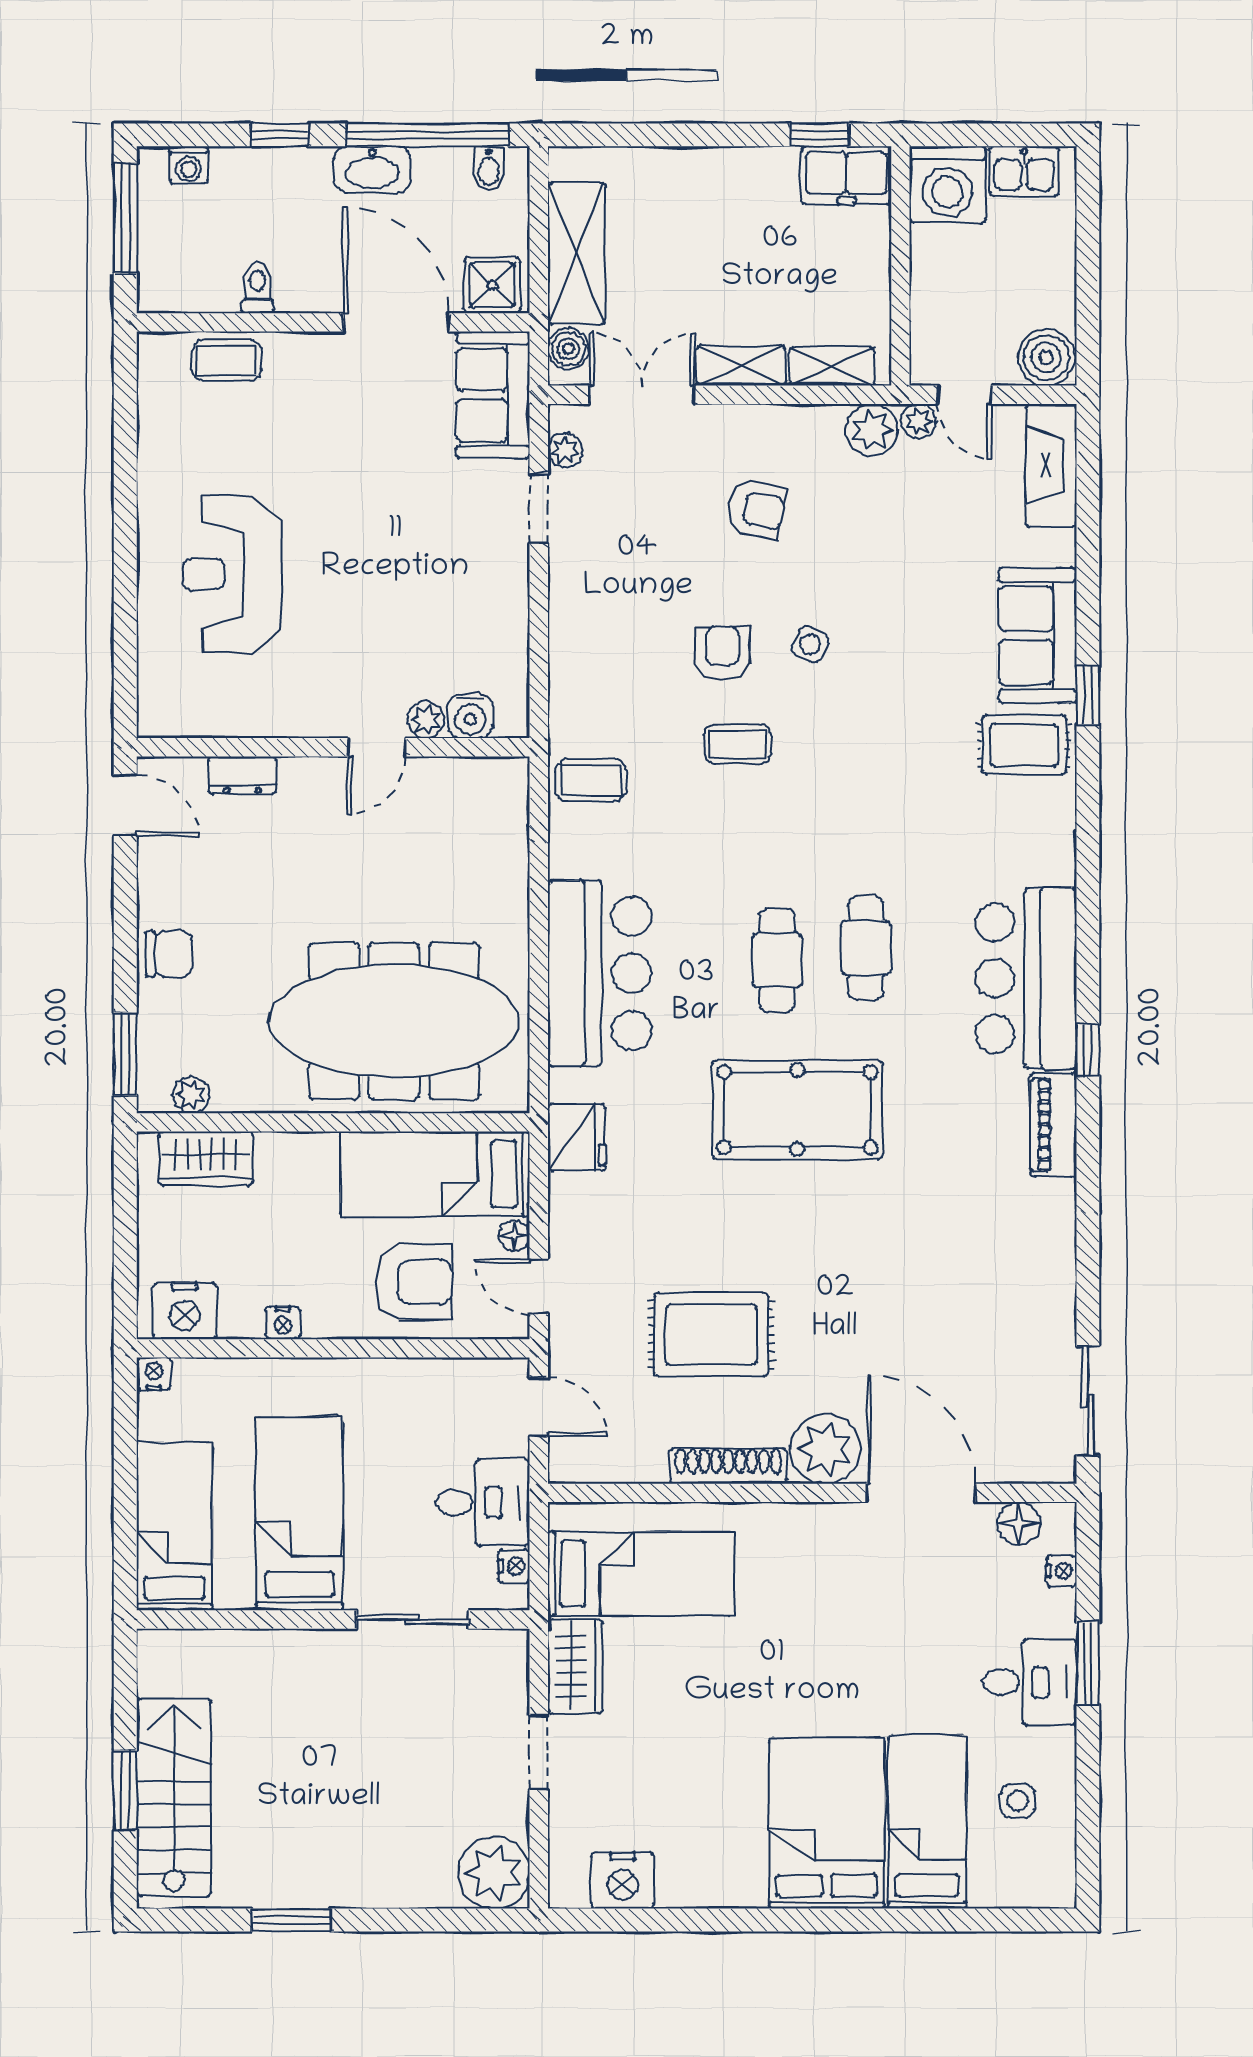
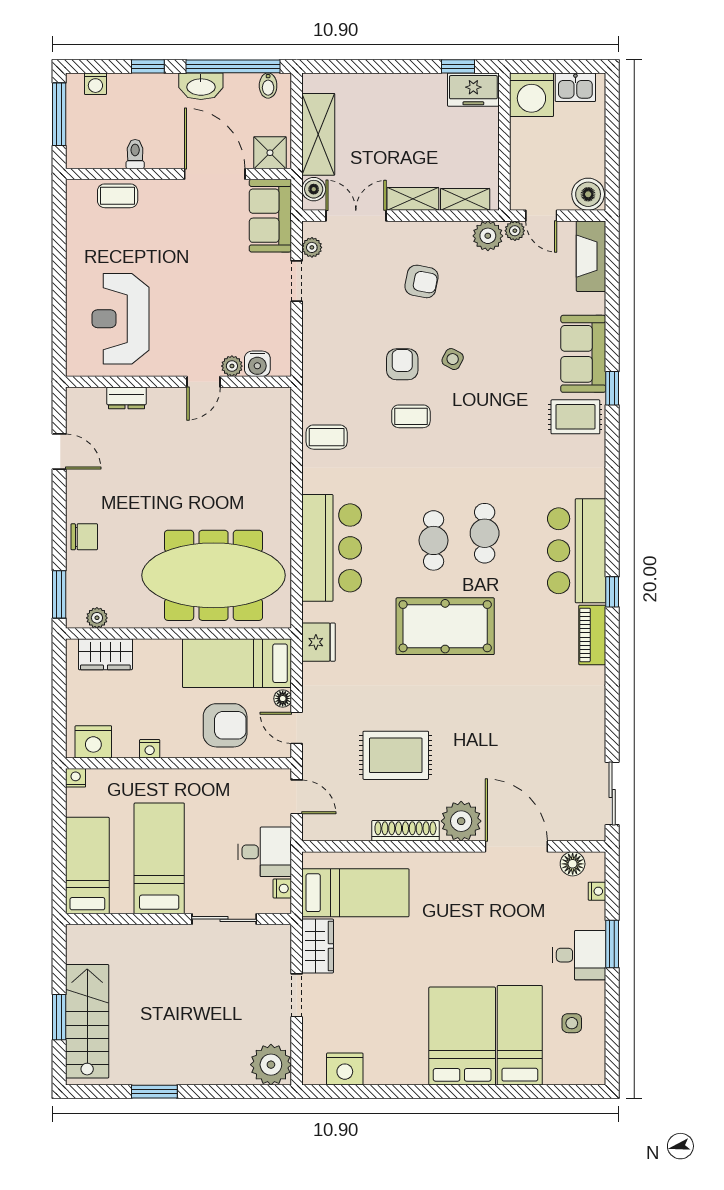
water cooler: (470, 716) -> (257, 364), moved
plant: (426, 720) -> (232, 366), moved
wall: (333, 747) -> (179, 382), moved
door: (377, 747) -> (203, 382), moved
dresser: (242, 775) -> (126, 398), moved

